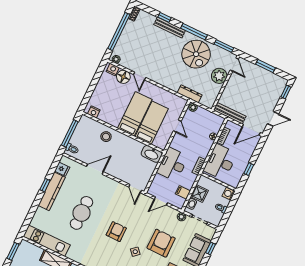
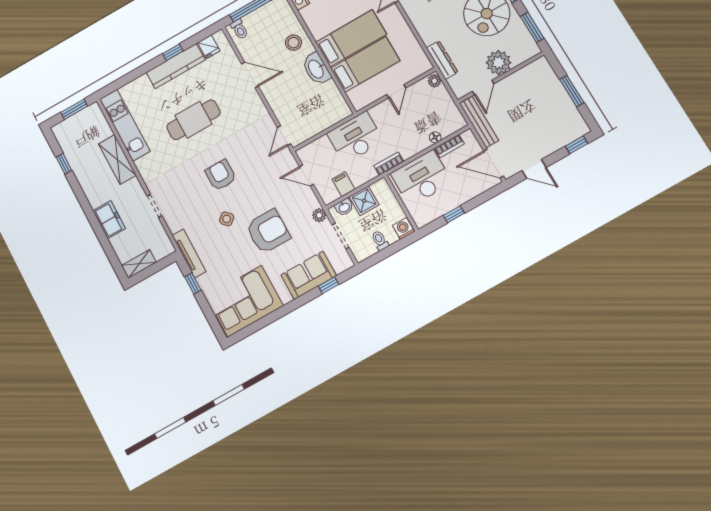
door: (234, 65) -> (483, 87), moved
washbasin: (152, 154) -> (316, 69), moved
armchair: (116, 232) -> (221, 175), turned -90

